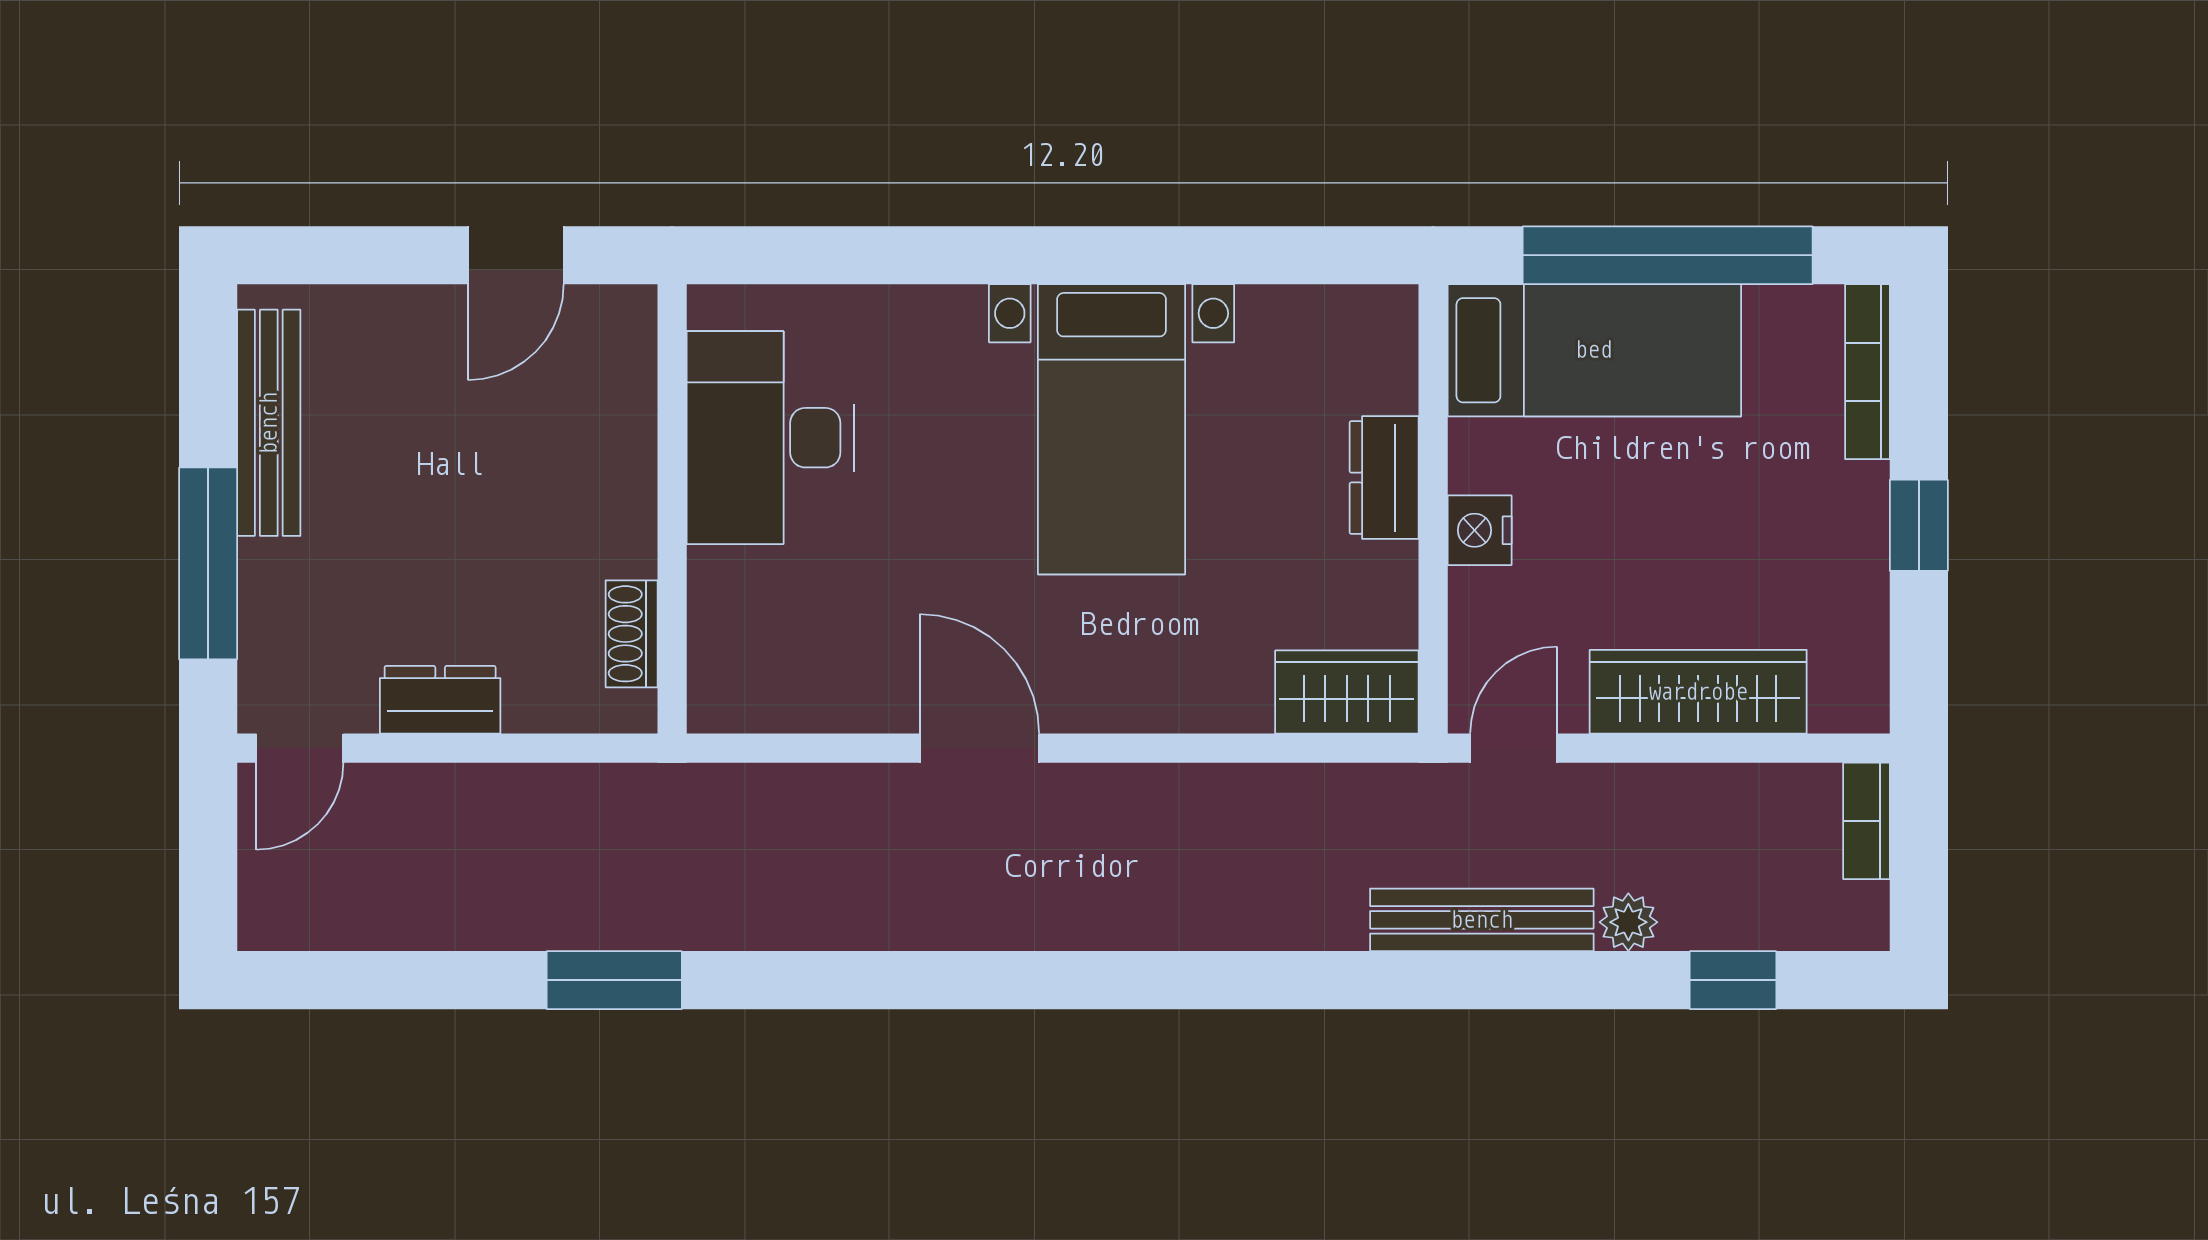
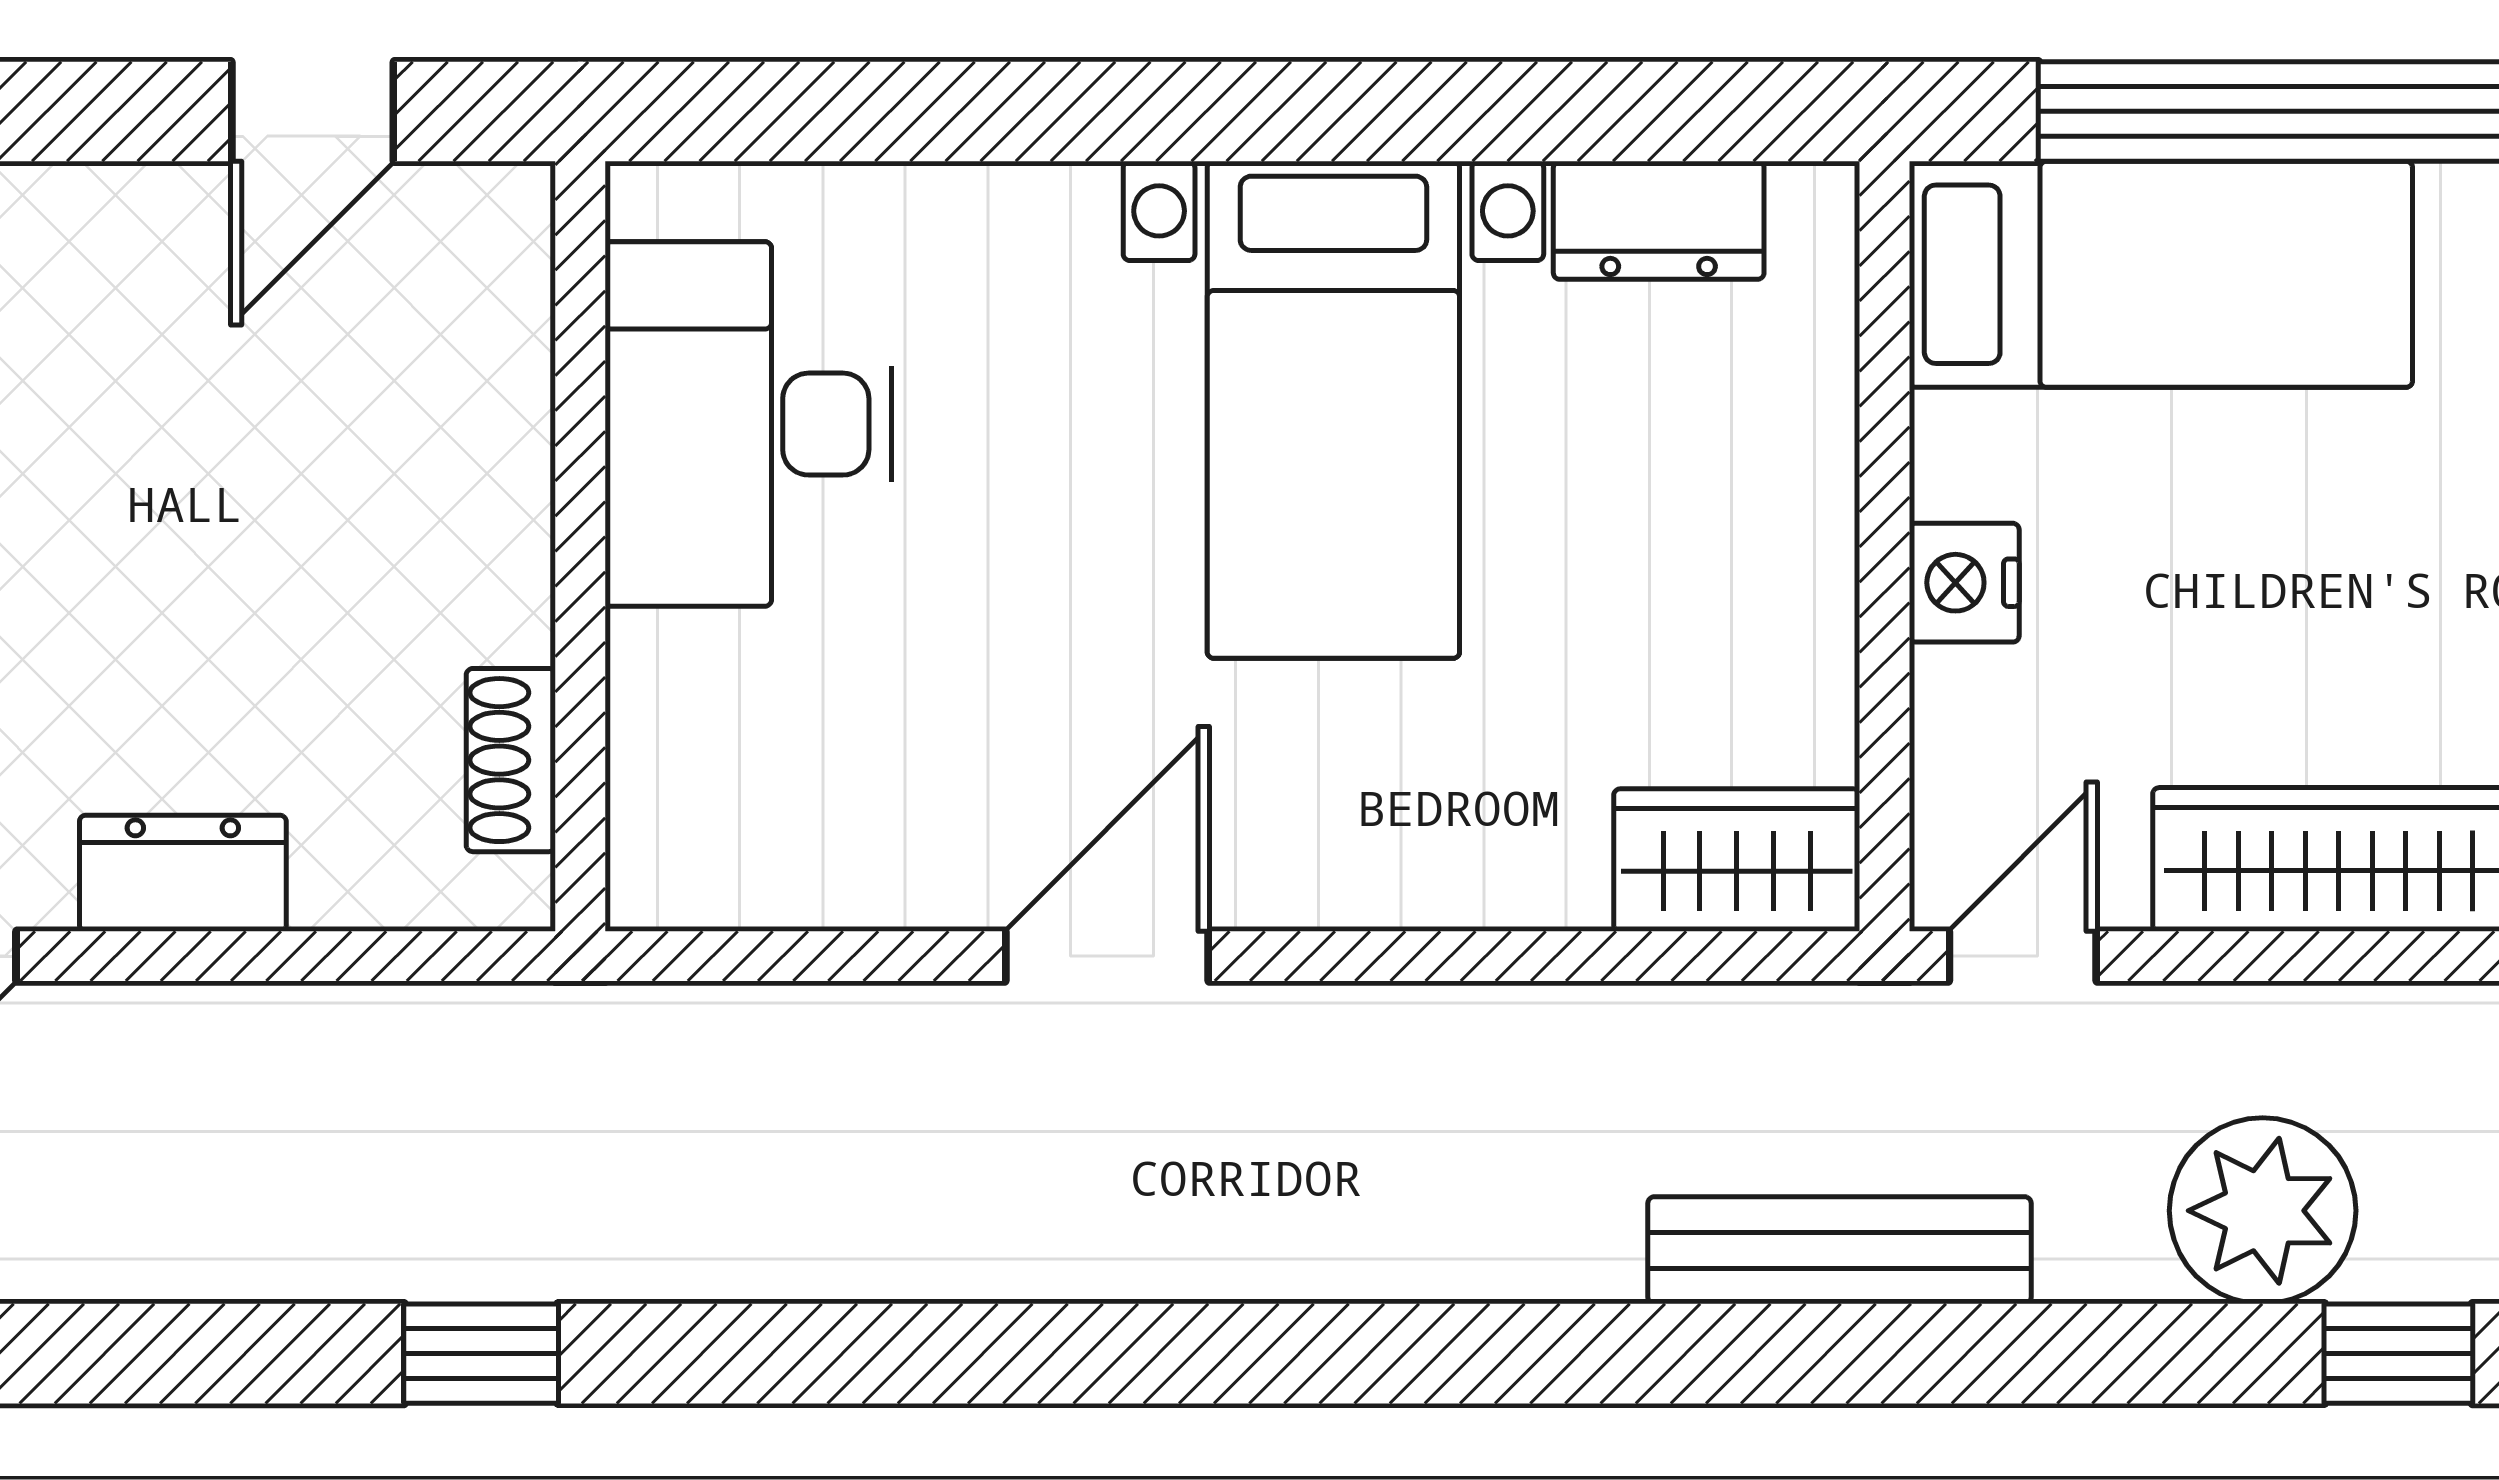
dresser: (1384, 478) -> (1659, 220), moved, turned -90
door: (979, 748) -> (1107, 956), hinge flipped
bench: (1482, 920) -> (1839, 1250), moved
plant: (1628, 922) -> (2263, 1211), width x1.87, depth x1.87
window: (614, 980) -> (481, 1354), width x0.67

